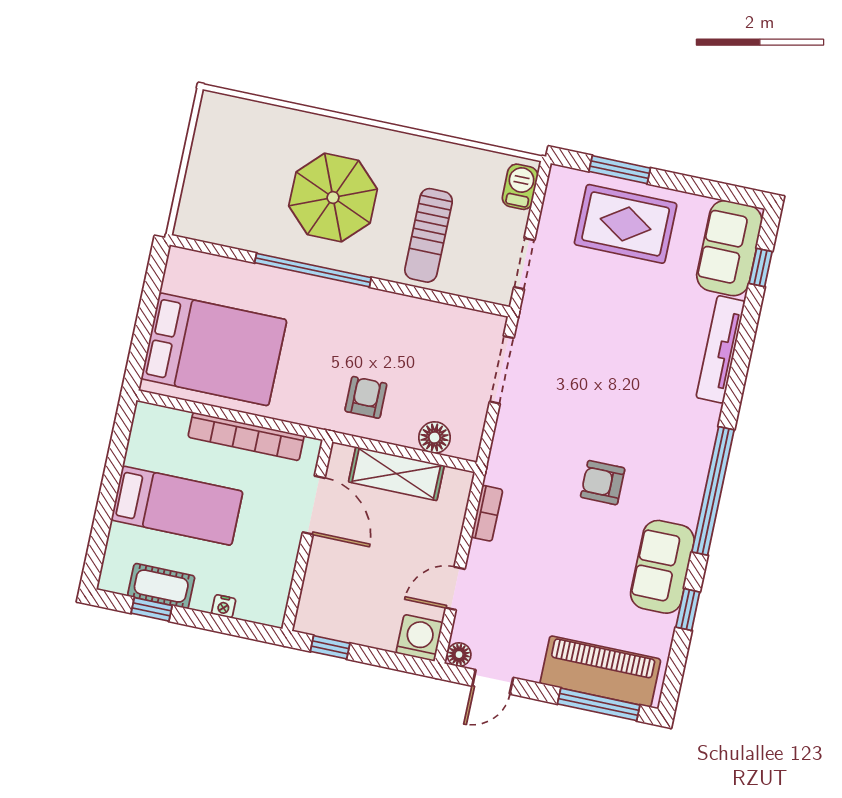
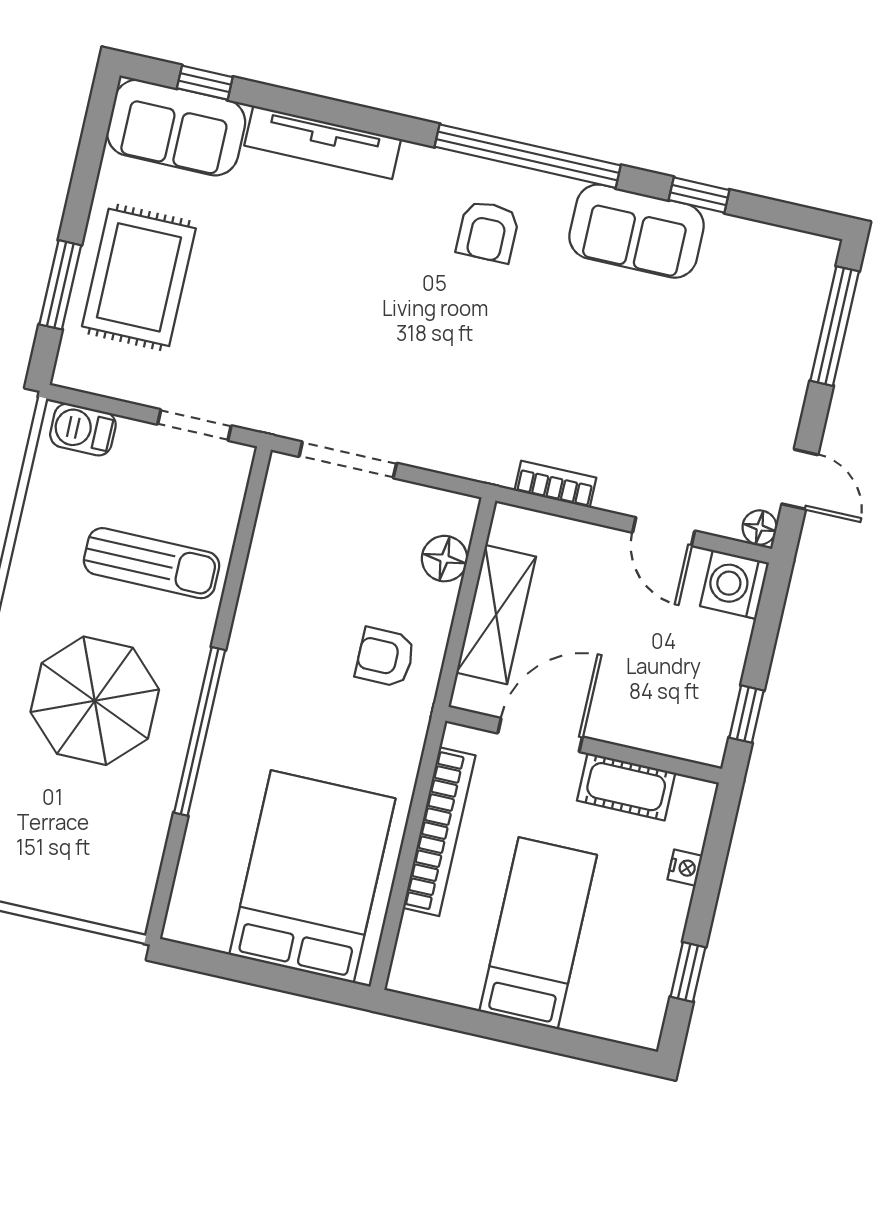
armchair: (603, 483) -> (488, 231), moved
cot: (161, 586) -> (626, 787), moved, turned 90
piano: (600, 671) -> (787, 323), removed

